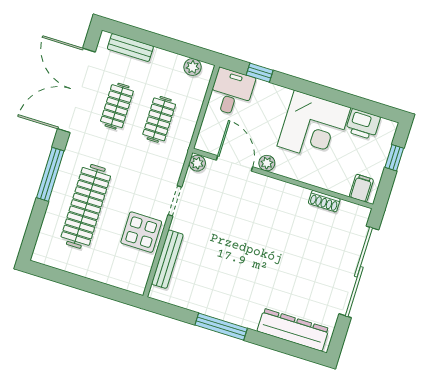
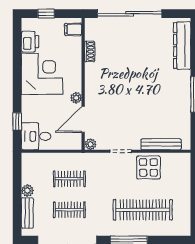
plant: (193, 67) -> (27, 191), moved

